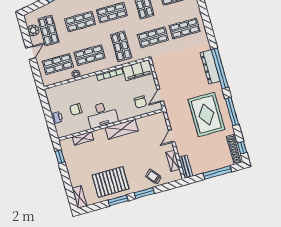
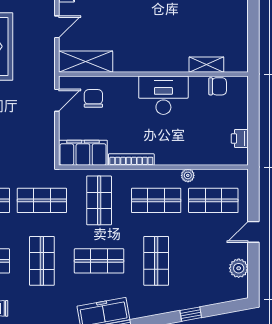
shop shelf: (80, 22) -> (156, 261), turned 90
shop shelf: (48, 31) -> (213, 261), removed
chair: (76, 109) -> (218, 86), moved
printer: (57, 117) -> (240, 139), moved
shelving: (122, 129) -> (86, 62), moved
window: (60, 157) -> (253, 45), removed

